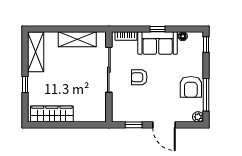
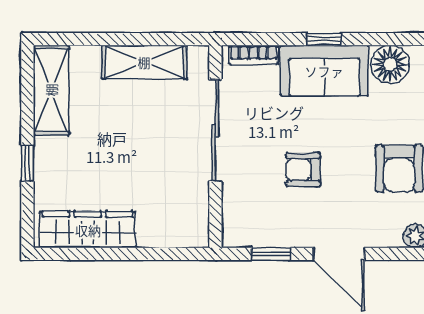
floor lamp: (183, 36) -> (390, 64), width x1.89, depth x1.89
armchair: (139, 77) -> (303, 170), moved

